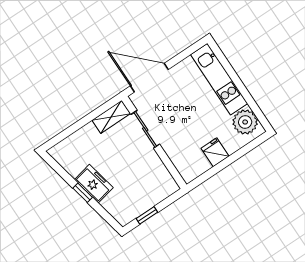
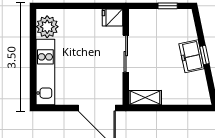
sliding door: (145, 129) -> (126, 54), moved
fridge: (215, 152) -> (112, 17), moved, turned 90

